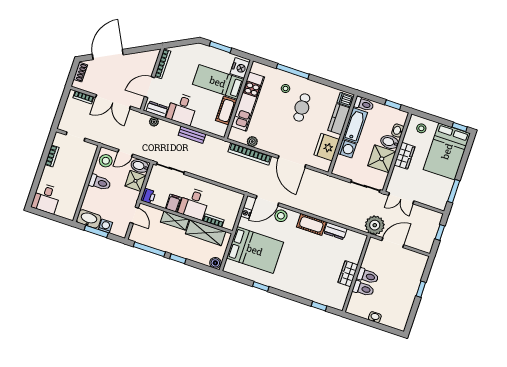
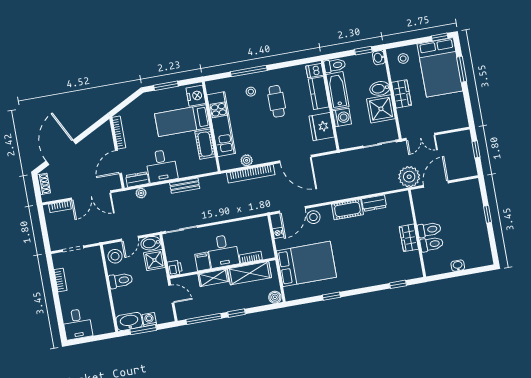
washbasin: (398, 131) -> (379, 58), moved
window: (454, 191) -> (462, 69), moved

